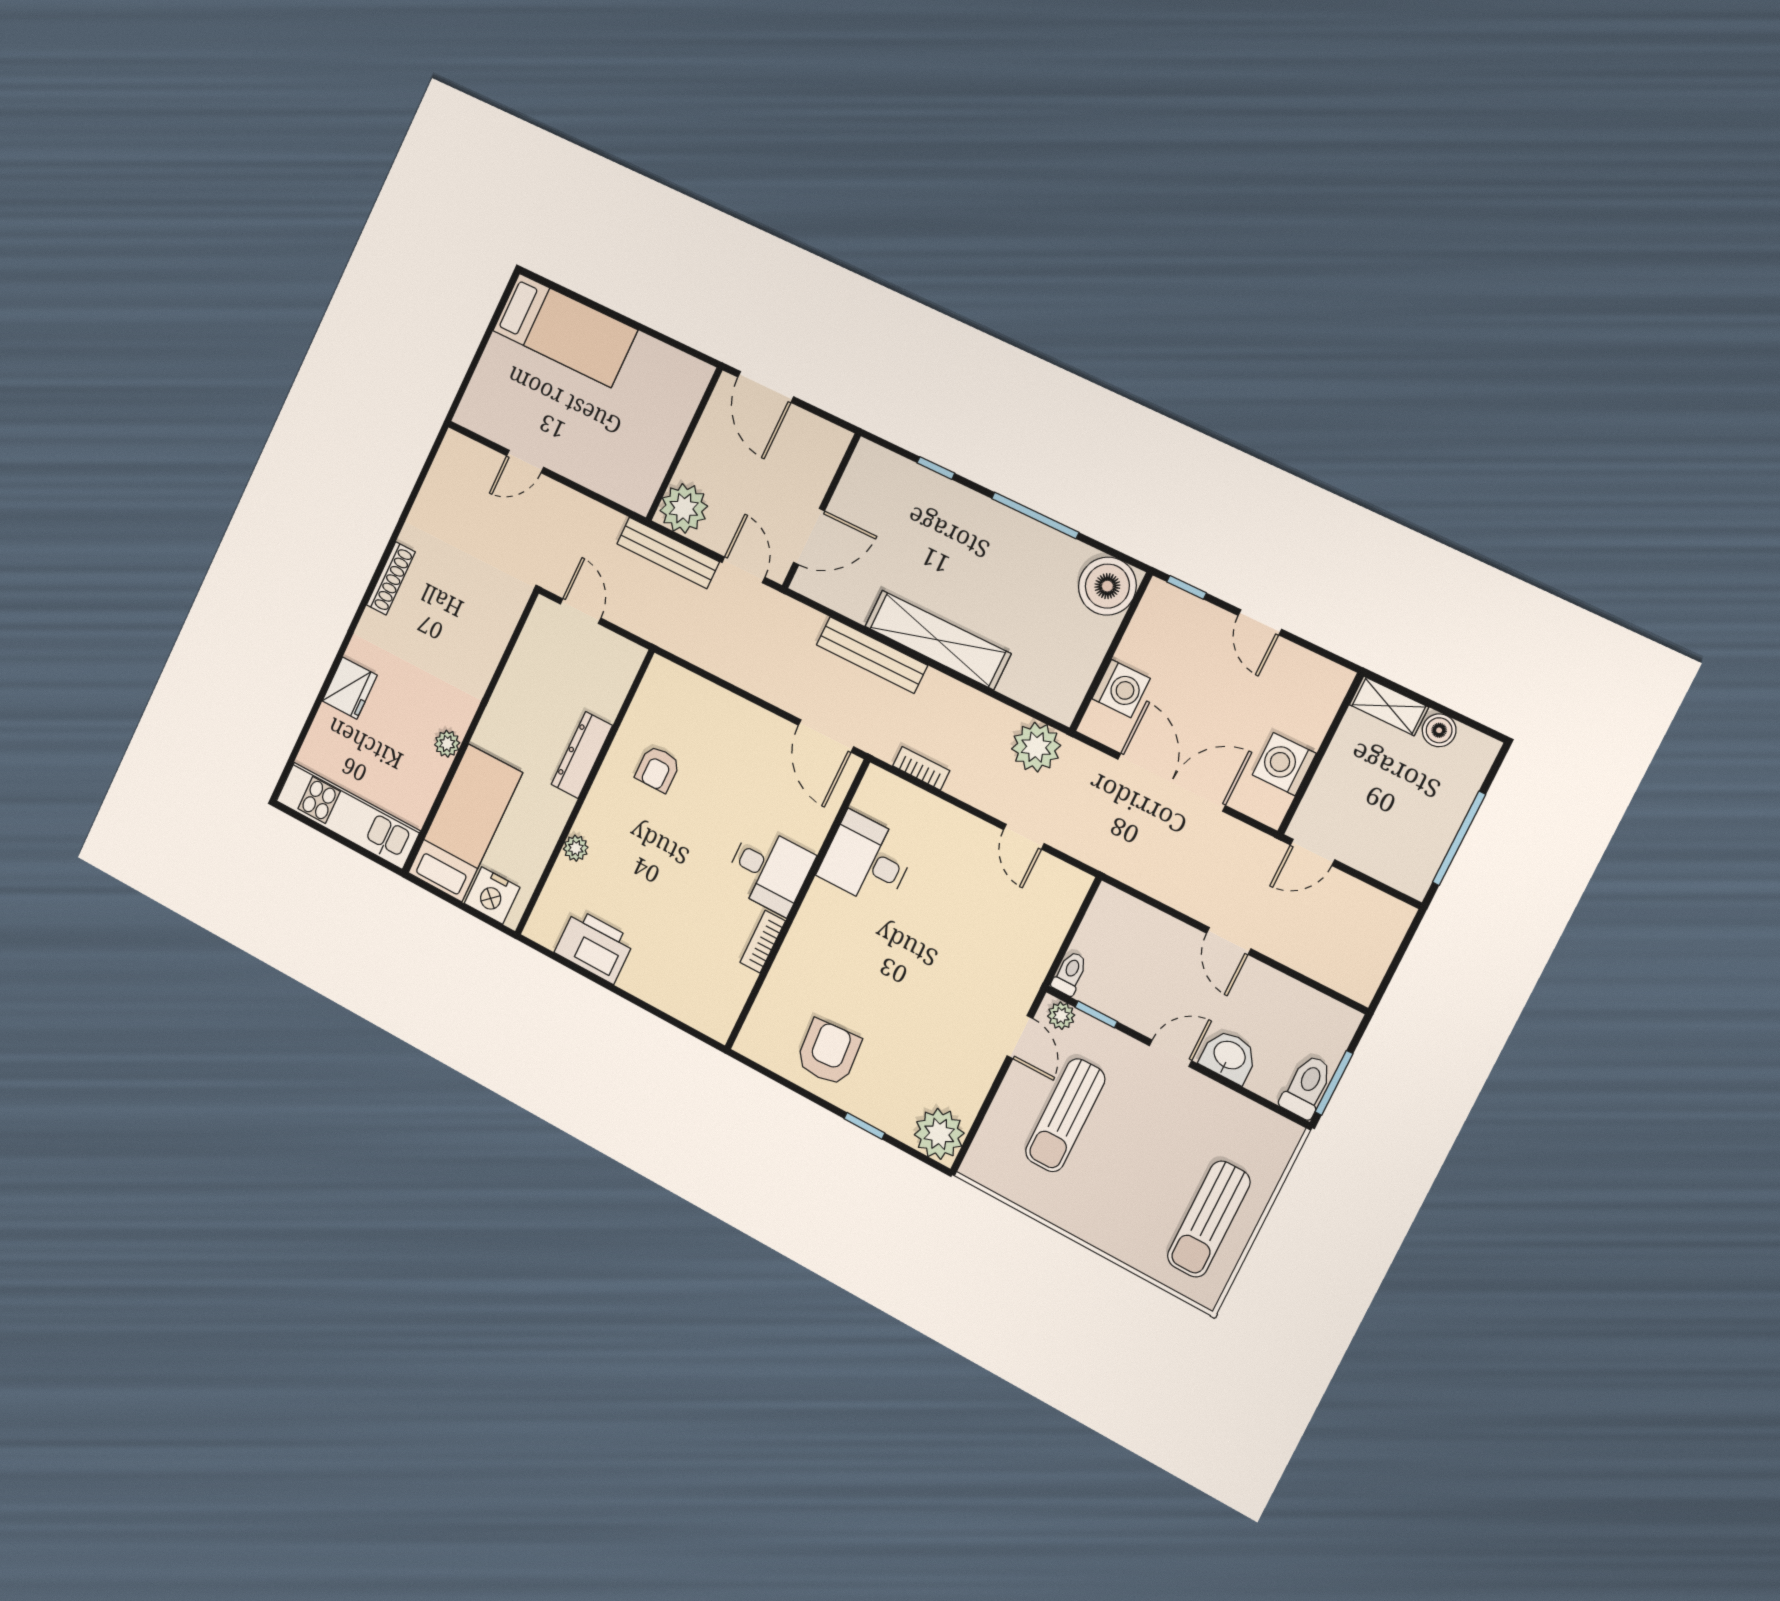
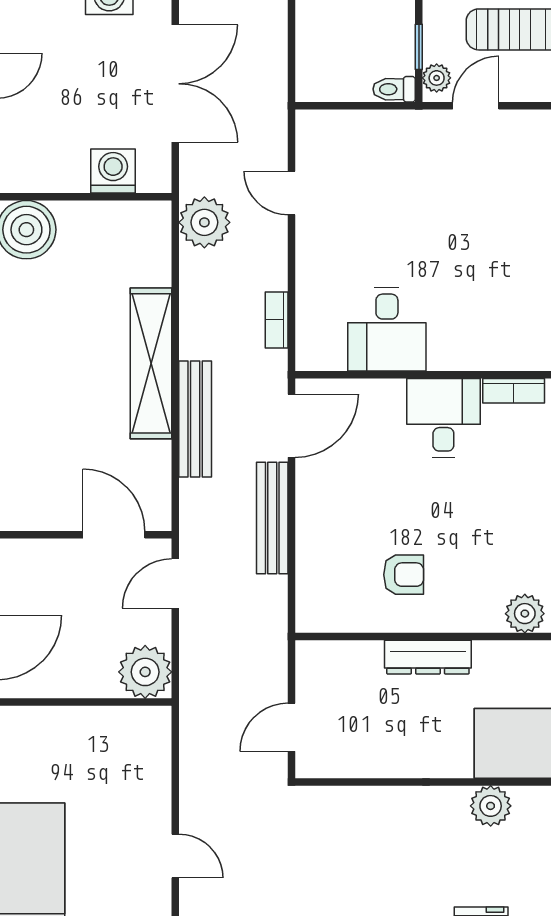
bench: (668, 553) -> (272, 518), moved
plant: (447, 744) -> (491, 806), width x1.38, depth x1.38
double door: (1171, 782) -> (175, 84), swing flipped
door: (1024, 837) -> (292, 193), swing flipped
plant: (576, 848) -> (525, 614), width x1.38, depth x1.38

